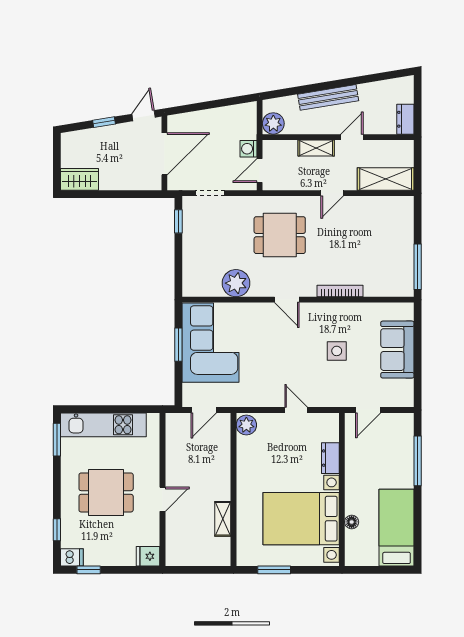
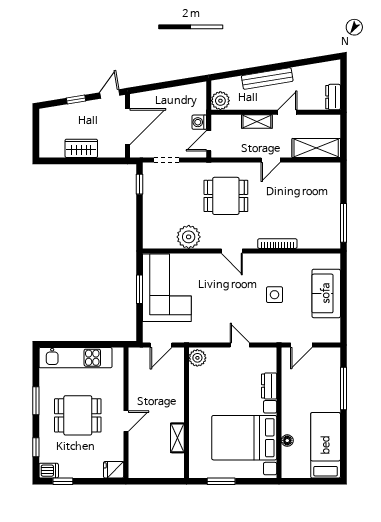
wardrobe: (80, 179) -> (81, 148), moved
window: (57, 440) -> (36, 401), moved

